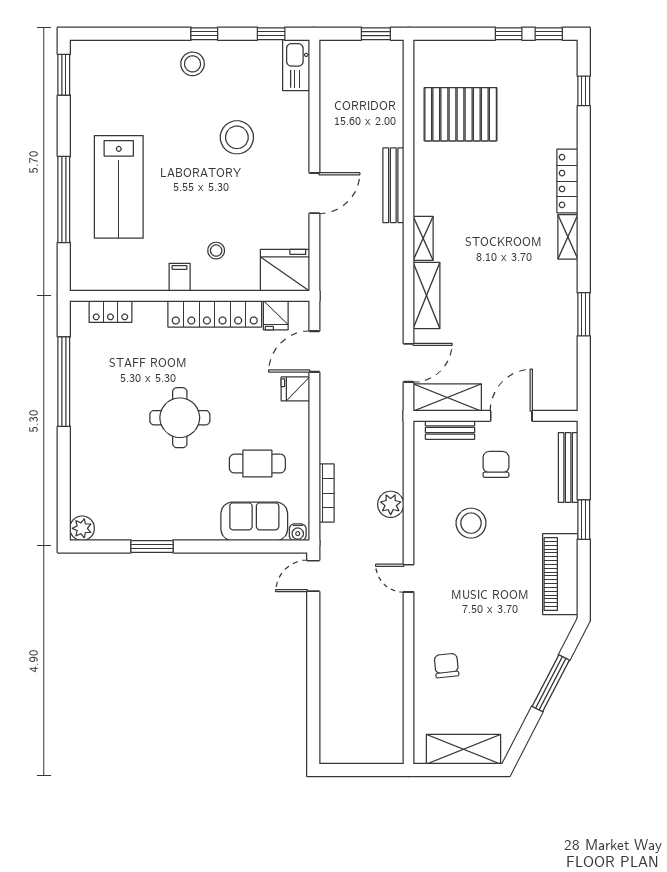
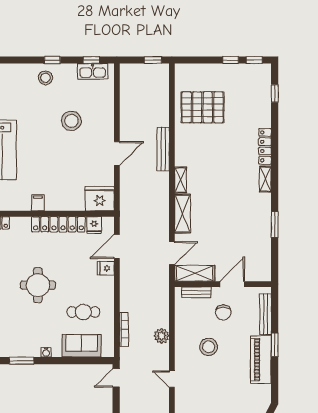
kitchen sink: (296, 65) -> (93, 71), moved, turned -90
stool: (216, 251) -> (59, 187), removed
chair: (496, 464) -> (223, 312), turned 180
water cooler: (298, 532) -> (46, 352), moved
piano: (560, 574) -> (261, 360), moved

